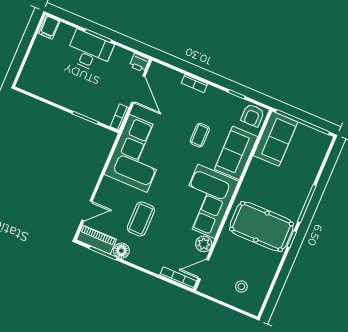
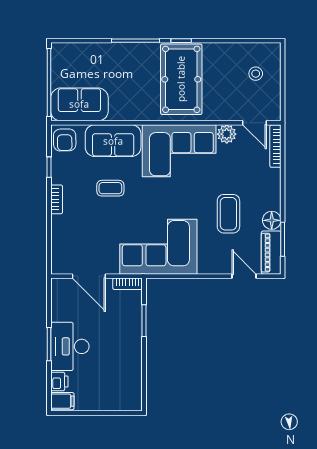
printer: (139, 63) -> (59, 382), moved
bookcase: (194, 83) -> (57, 199), moved
door: (138, 89) -> (89, 276), swing flipped
armchair: (253, 115) -> (65, 140), turned 89
coffee table: (141, 219) -> (228, 214), turned 90

